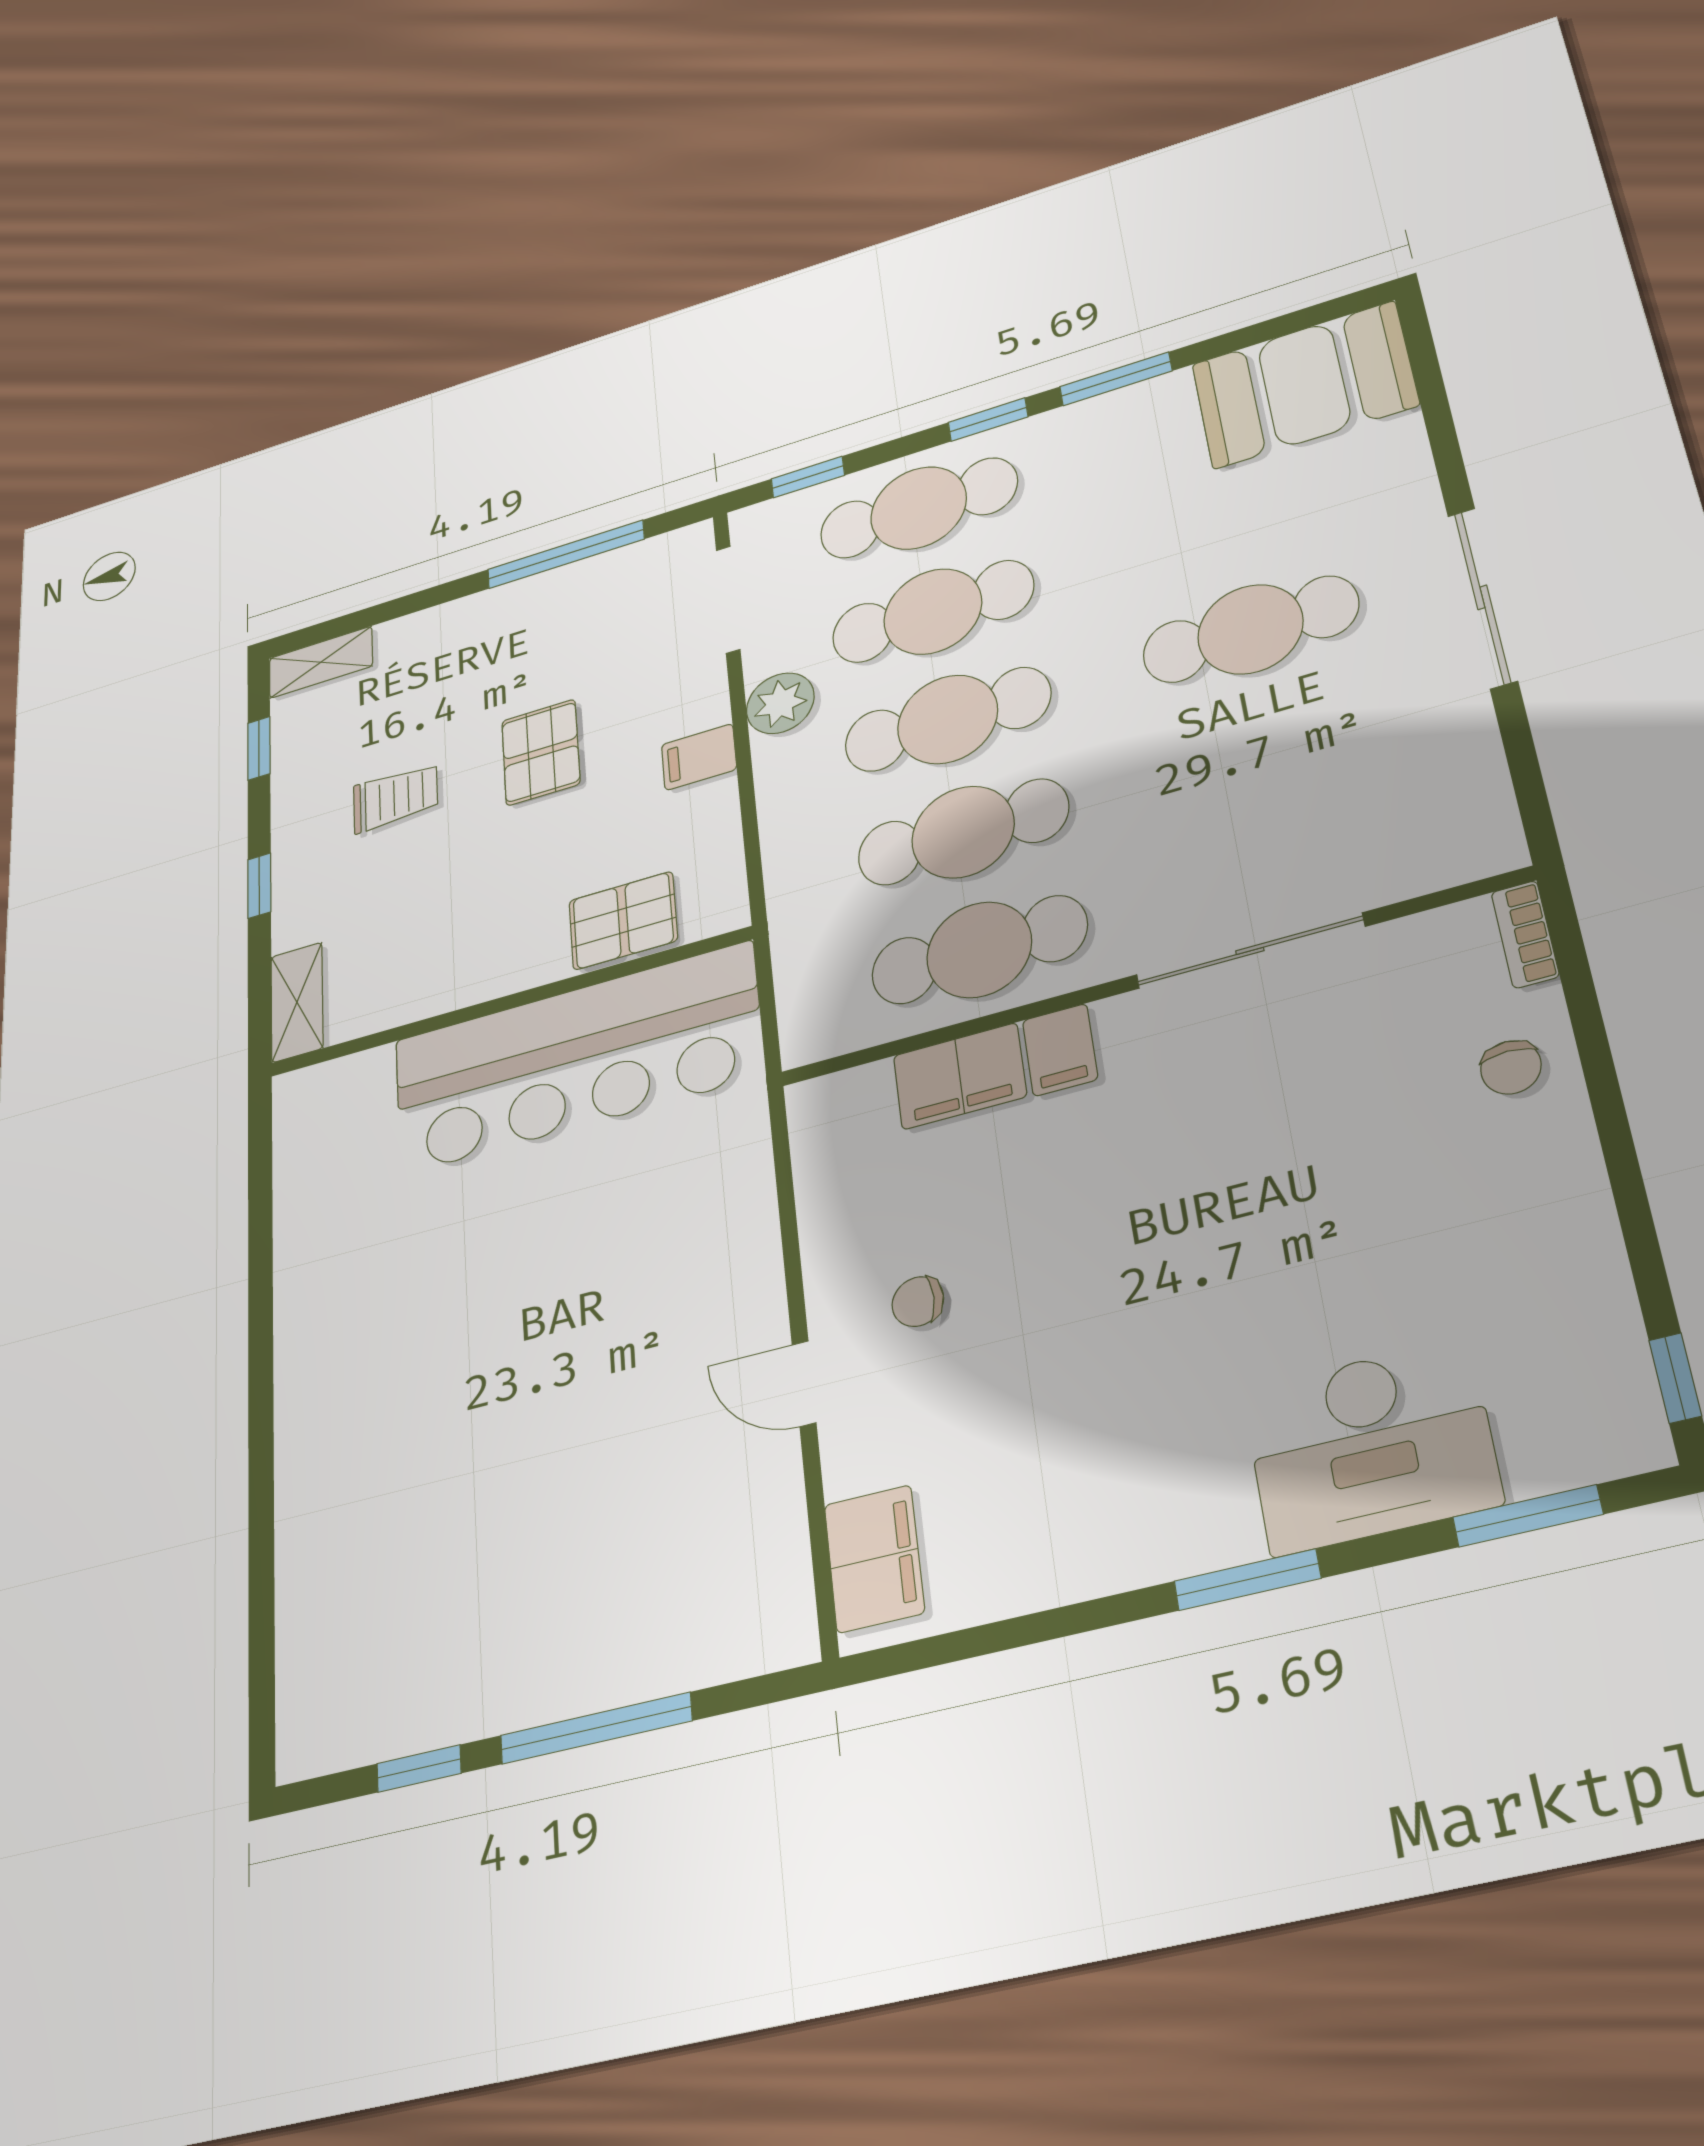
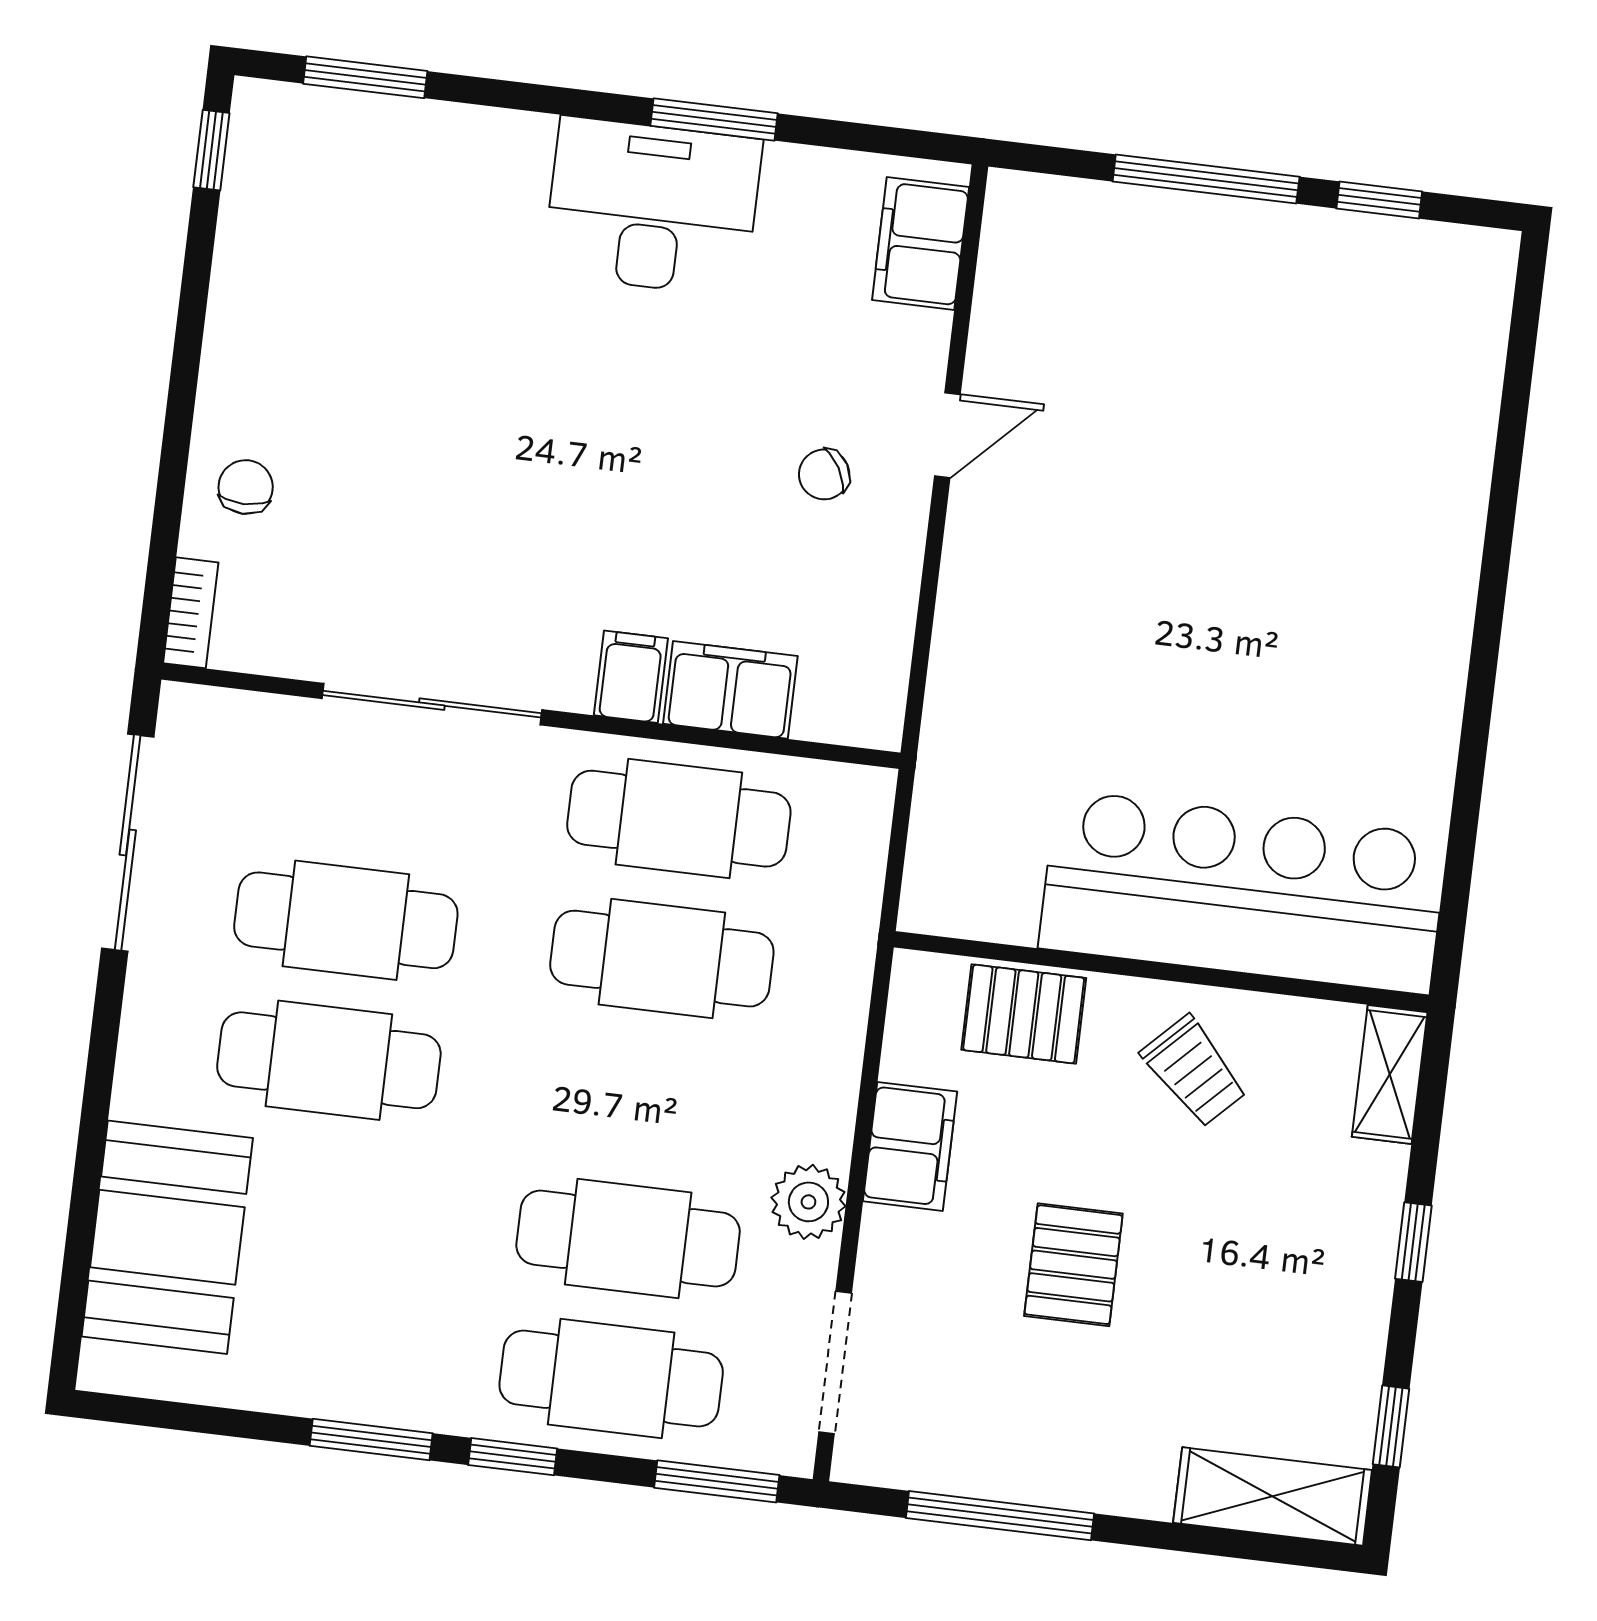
booth: (1304, 385) -> (167, 1237), moved, turned 90
window: (808, 477) -> (717, 1481), width x1.50
sliding door: (1482, 597) -> (128, 843), moved
shelving: (321, 662) -> (1273, 1496), width x1.50, depth x1.33
cafe table: (948, 719) -> (346, 920), moved
filing cabinet: (699, 757) -> (910, 1146), width x2.00
trolley: (395, 798) -> (1194, 1071), moved, turned -135
bar counter: (576, 1058) -> (1243, 892), moved
chair: (918, 1302) -> (824, 474), turned 150
door: (804, 1384) -> (947, 435), hinge flipped
desk: (1371, 1446) -> (652, 207), moved
window: (1247, 1580) -> (714, 120), moved

